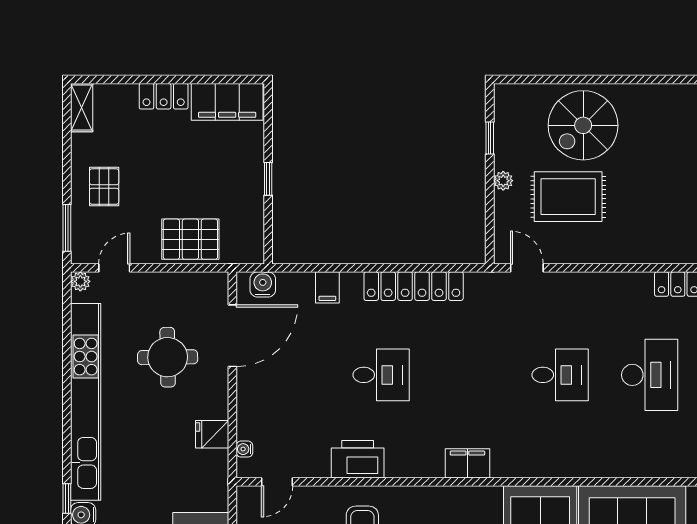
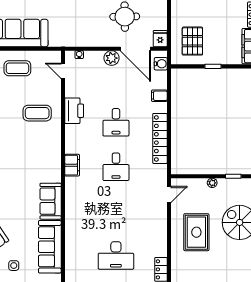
rug: (568, 197) -> (196, 232), moved
pallet: (190, 239) -> (192, 41), moved
desk: (560, 375) -> (116, 167), moved
plant: (251, 384) -> (112, 58), added
fridge: (212, 434) -> (160, 39), moved

